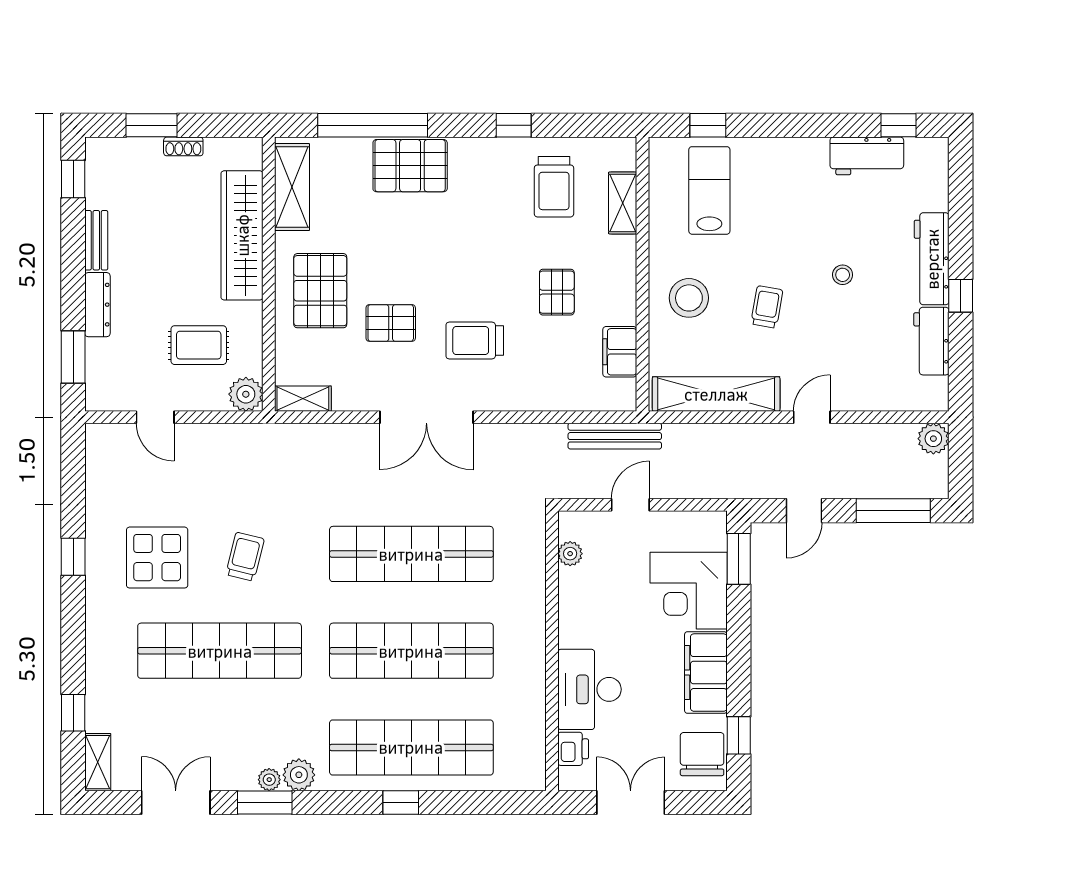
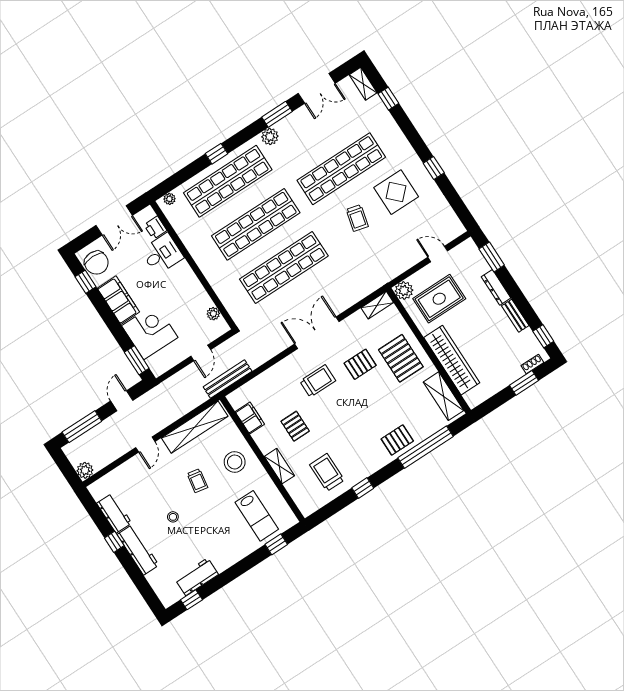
shoe rack: (183, 146) -> (532, 364), moved
pallet: (410, 166) -> (397, 440), width x0.67, depth x0.71
shelving: (623, 203) -> (279, 466), moved
rug: (199, 345) -> (439, 299), width x1.36, depth x1.43
desk: (589, 689) -> (162, 254), width x0.73
plant: (269, 780) -> (169, 199), moved

